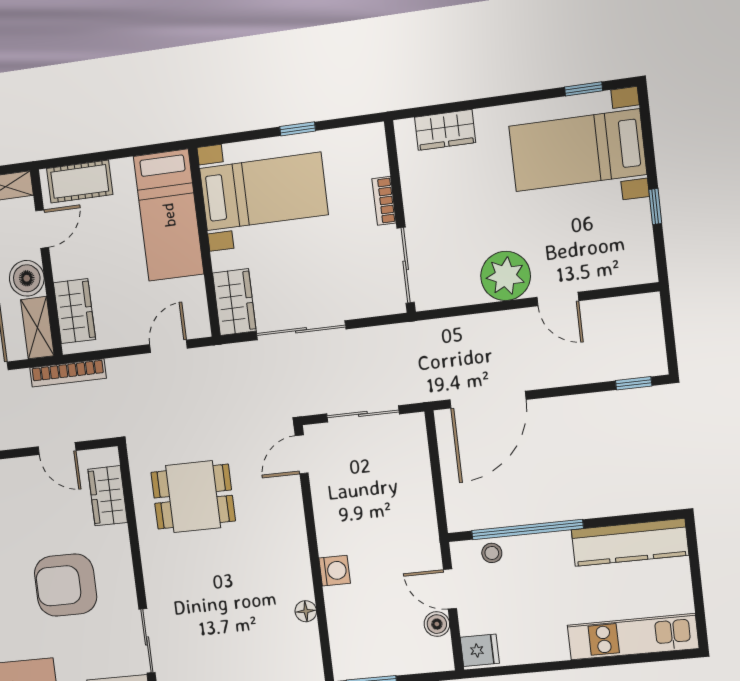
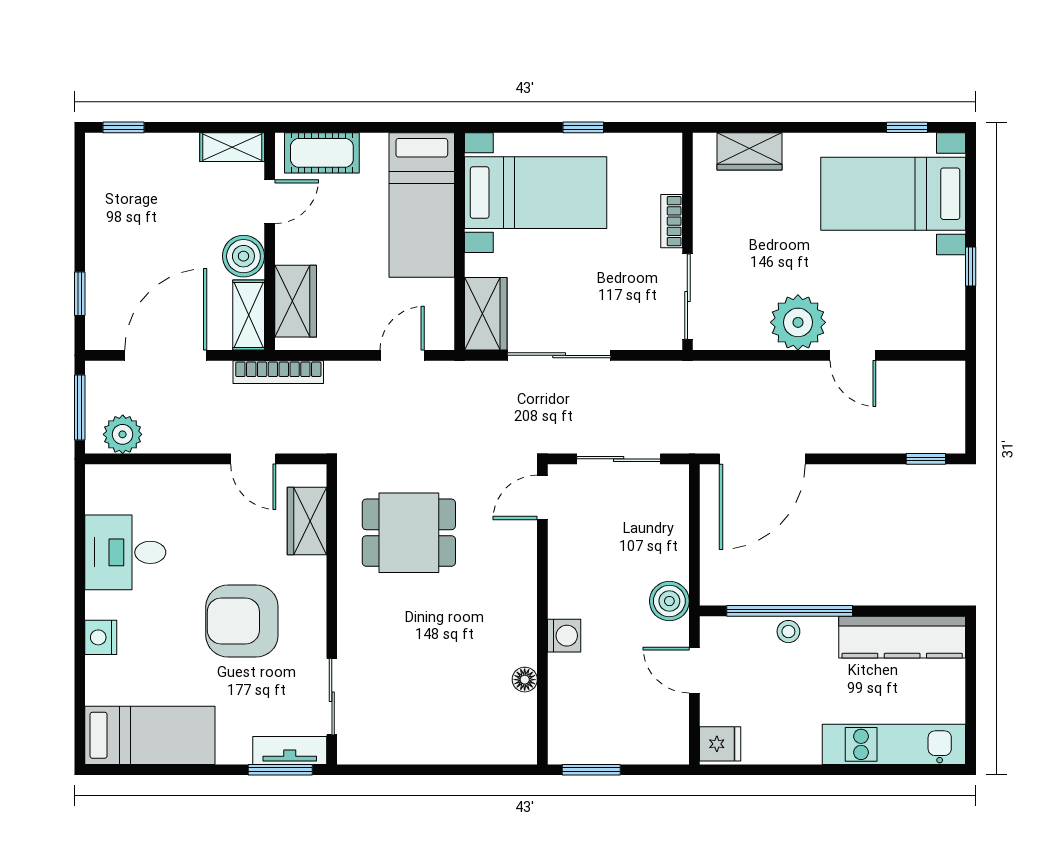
stool: (492, 553) -> (788, 632), moved
boiler: (437, 624) -> (669, 601), moved, width x1.36, depth x1.36

